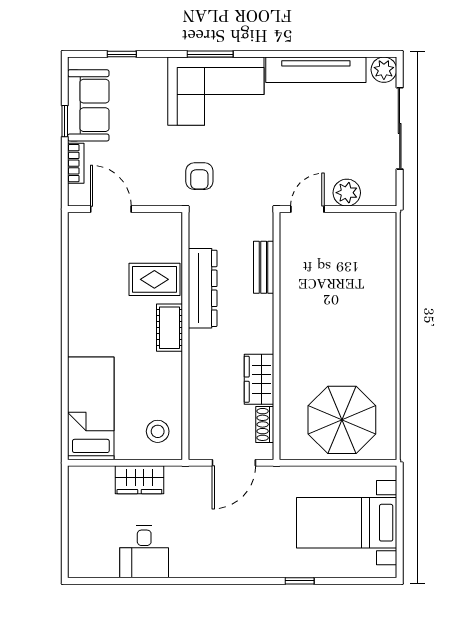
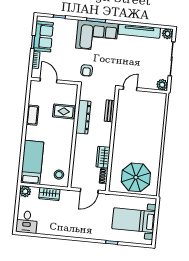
plant: (347, 193) -> (162, 85), moved
cot: (170, 328) -> (32, 115), moved
plant: (81, 479) -> (25, 191), added
desk: (144, 552) -> (27, 222), moved

